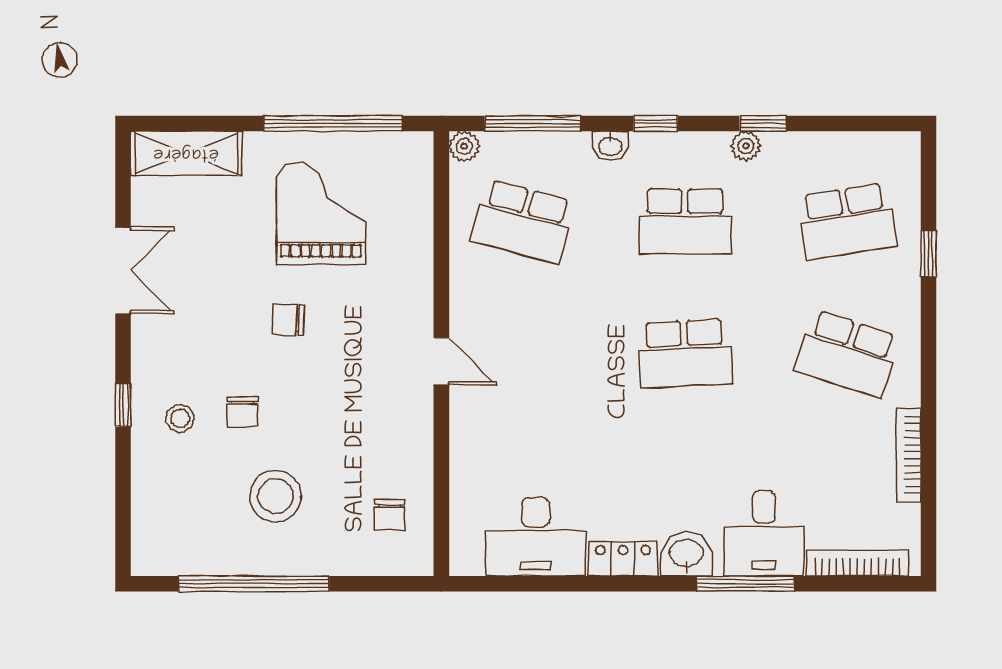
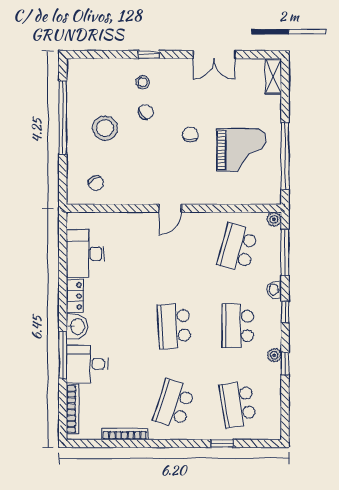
shelving: (186, 153) -> (273, 76), width x0.67, depth x0.75
chair: (242, 412) -> (146, 112), turned 144
chair: (390, 515) -> (96, 183), turned -119

